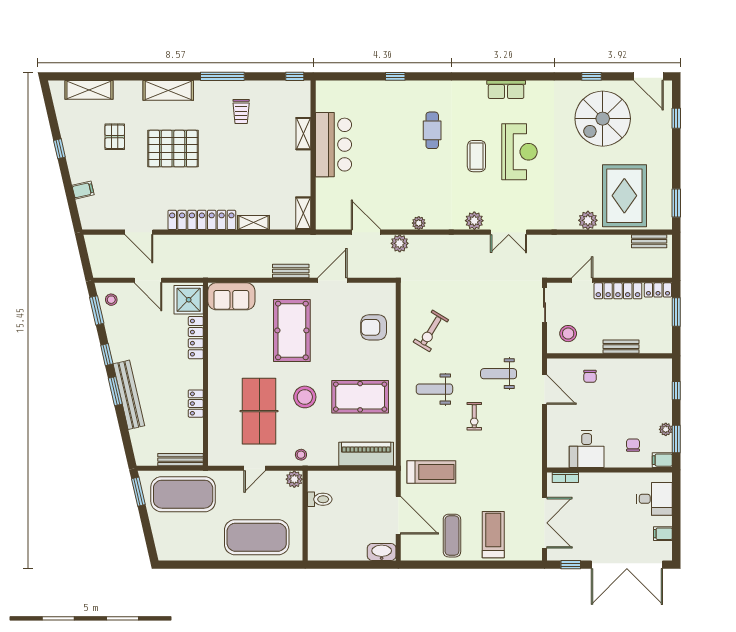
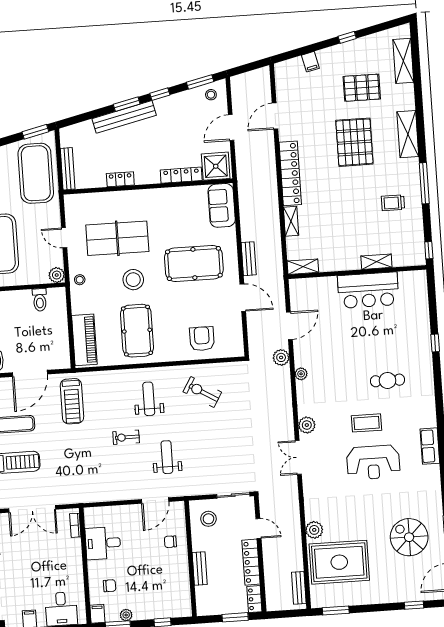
spiral stairs: (603, 119) -> (409, 537), width x0.73, depth x0.73
pallet: (115, 137) -> (362, 88), width x1.50, depth x1.42

